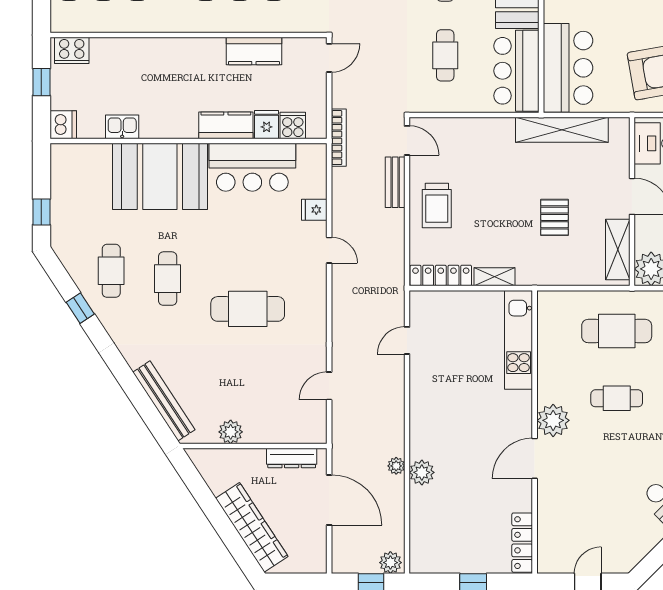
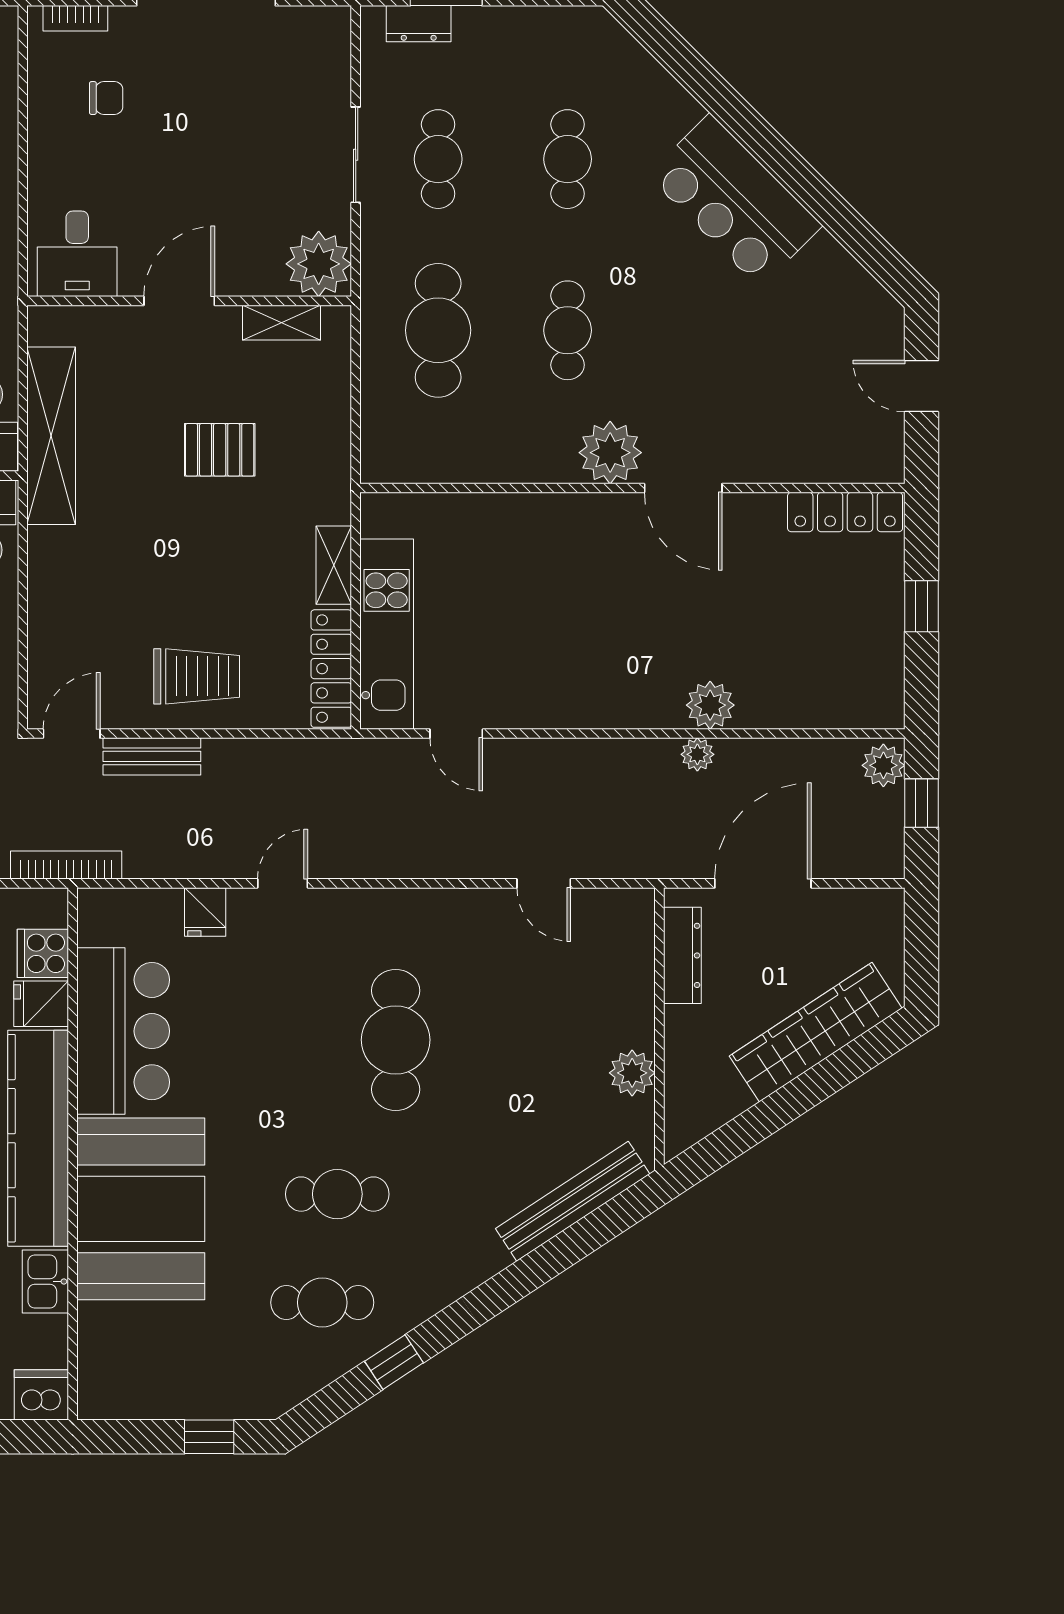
kitchen counter: (226, 125) -> (38, 1138), width x2.08, depth x1.17
shelving: (618, 250) -> (281, 323), width x0.67, depth x0.75
kitchen unit: (519, 340) -> (387, 634), moved, turned -90

